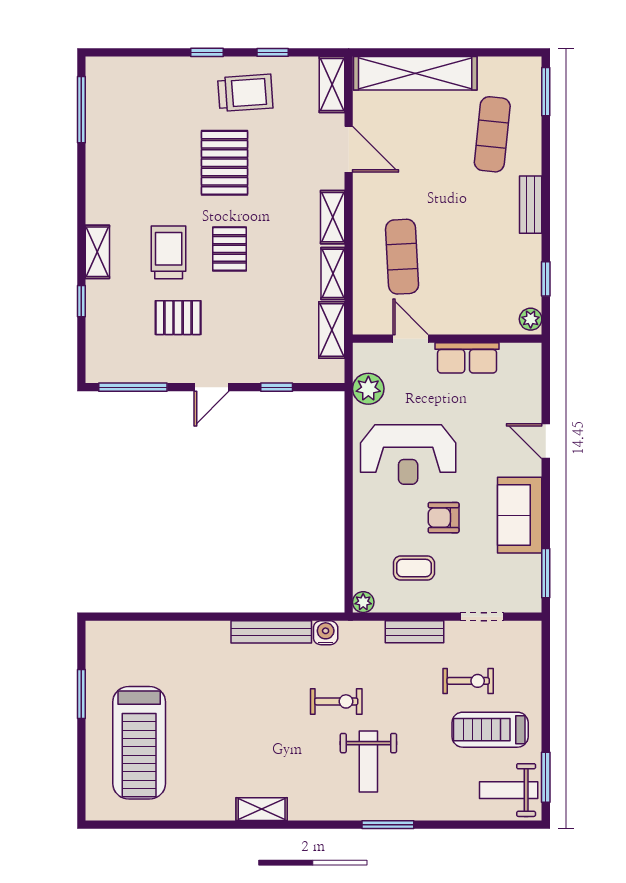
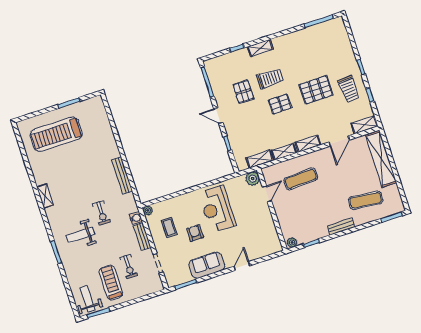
row of seats: (467, 358) -> (267, 221), removed
plant: (368, 389) -> (253, 179), moved
water cooler: (326, 633) -> (136, 218), moved

